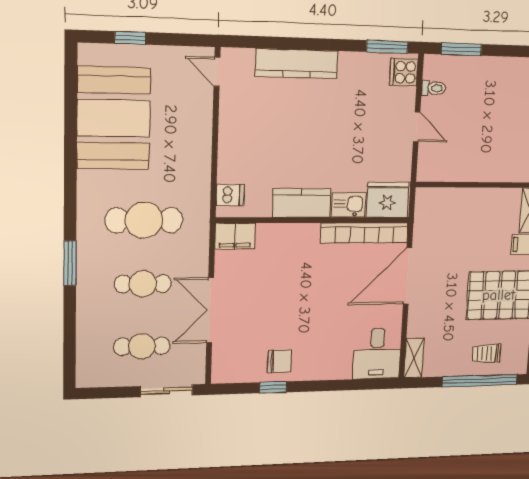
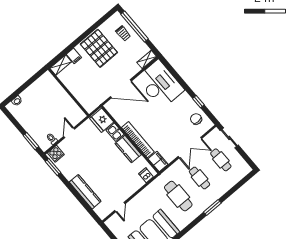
door: (217, 72) -> (120, 207), moved
bookcase: (364, 233) -> (138, 140), moved
desk: (377, 354) -> (160, 84), width x1.87, depth x1.30
chair: (279, 361) -> (196, 119), moved

